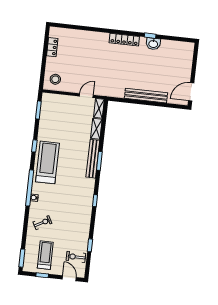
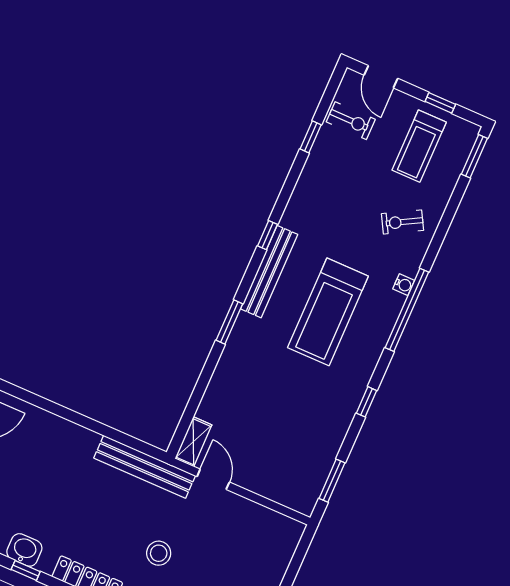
stool: (55, 79) -> (159, 553), moved
door: (86, 96) -> (213, 479), swing flipped
bench: (146, 96) -> (145, 467), moved
shelving: (96, 129) -> (214, 397), removed
bench: (93, 159) -> (269, 272), moved
treadmill: (47, 162) -> (328, 312), moved

